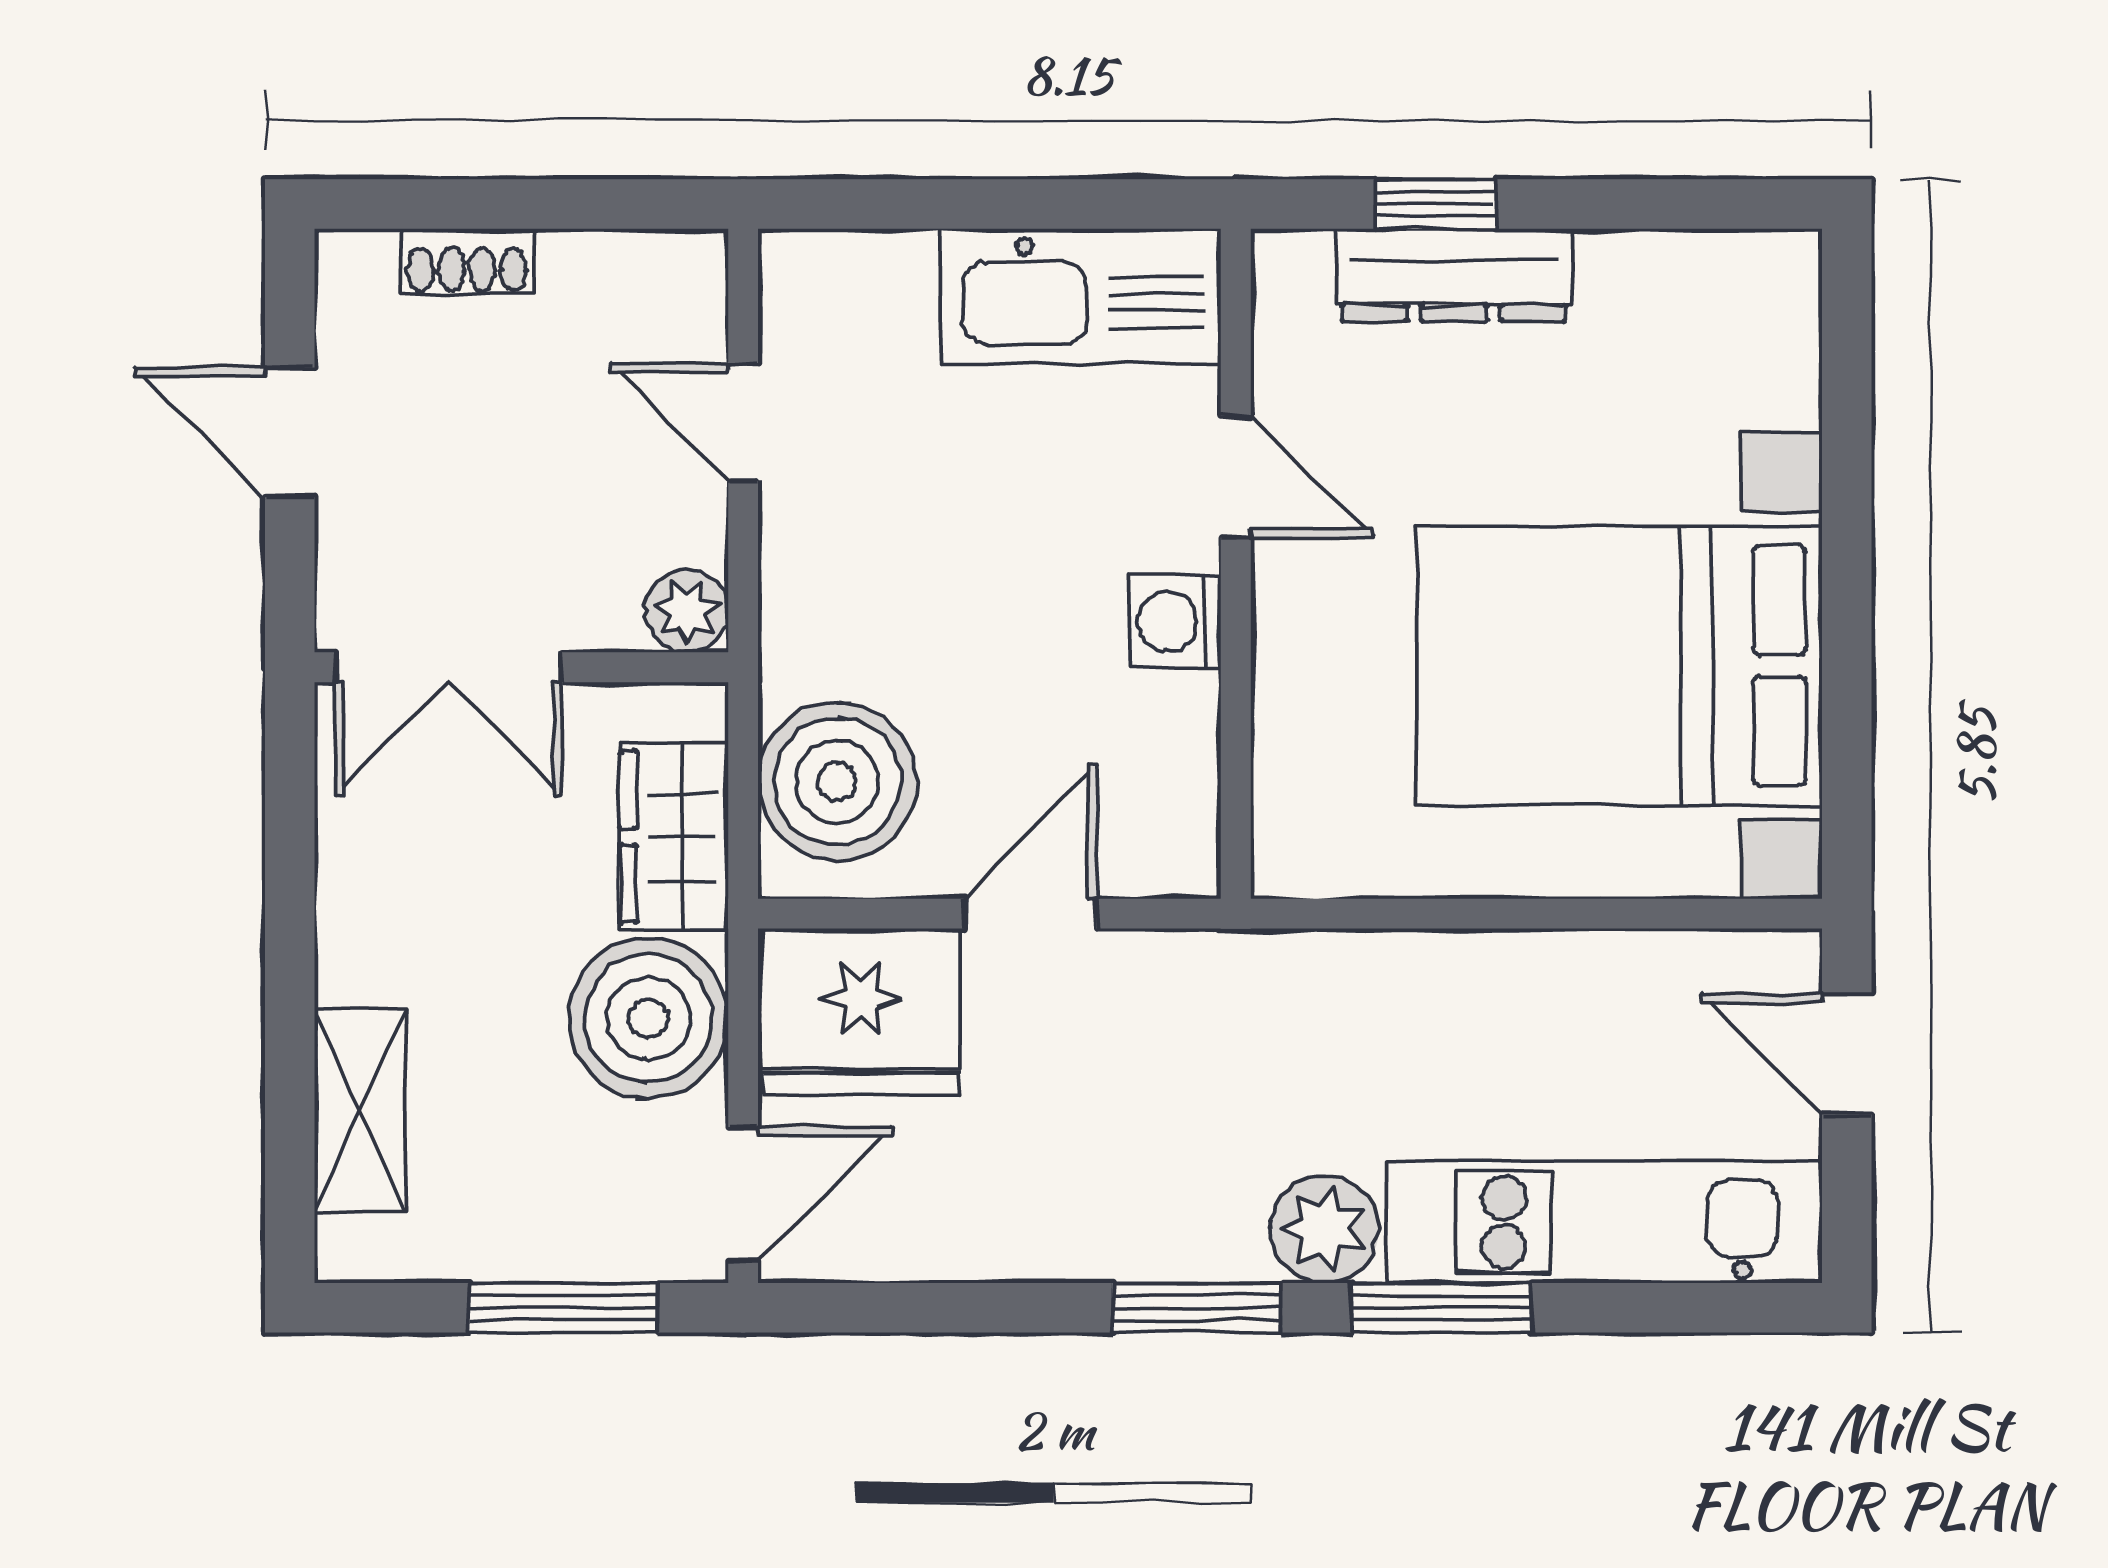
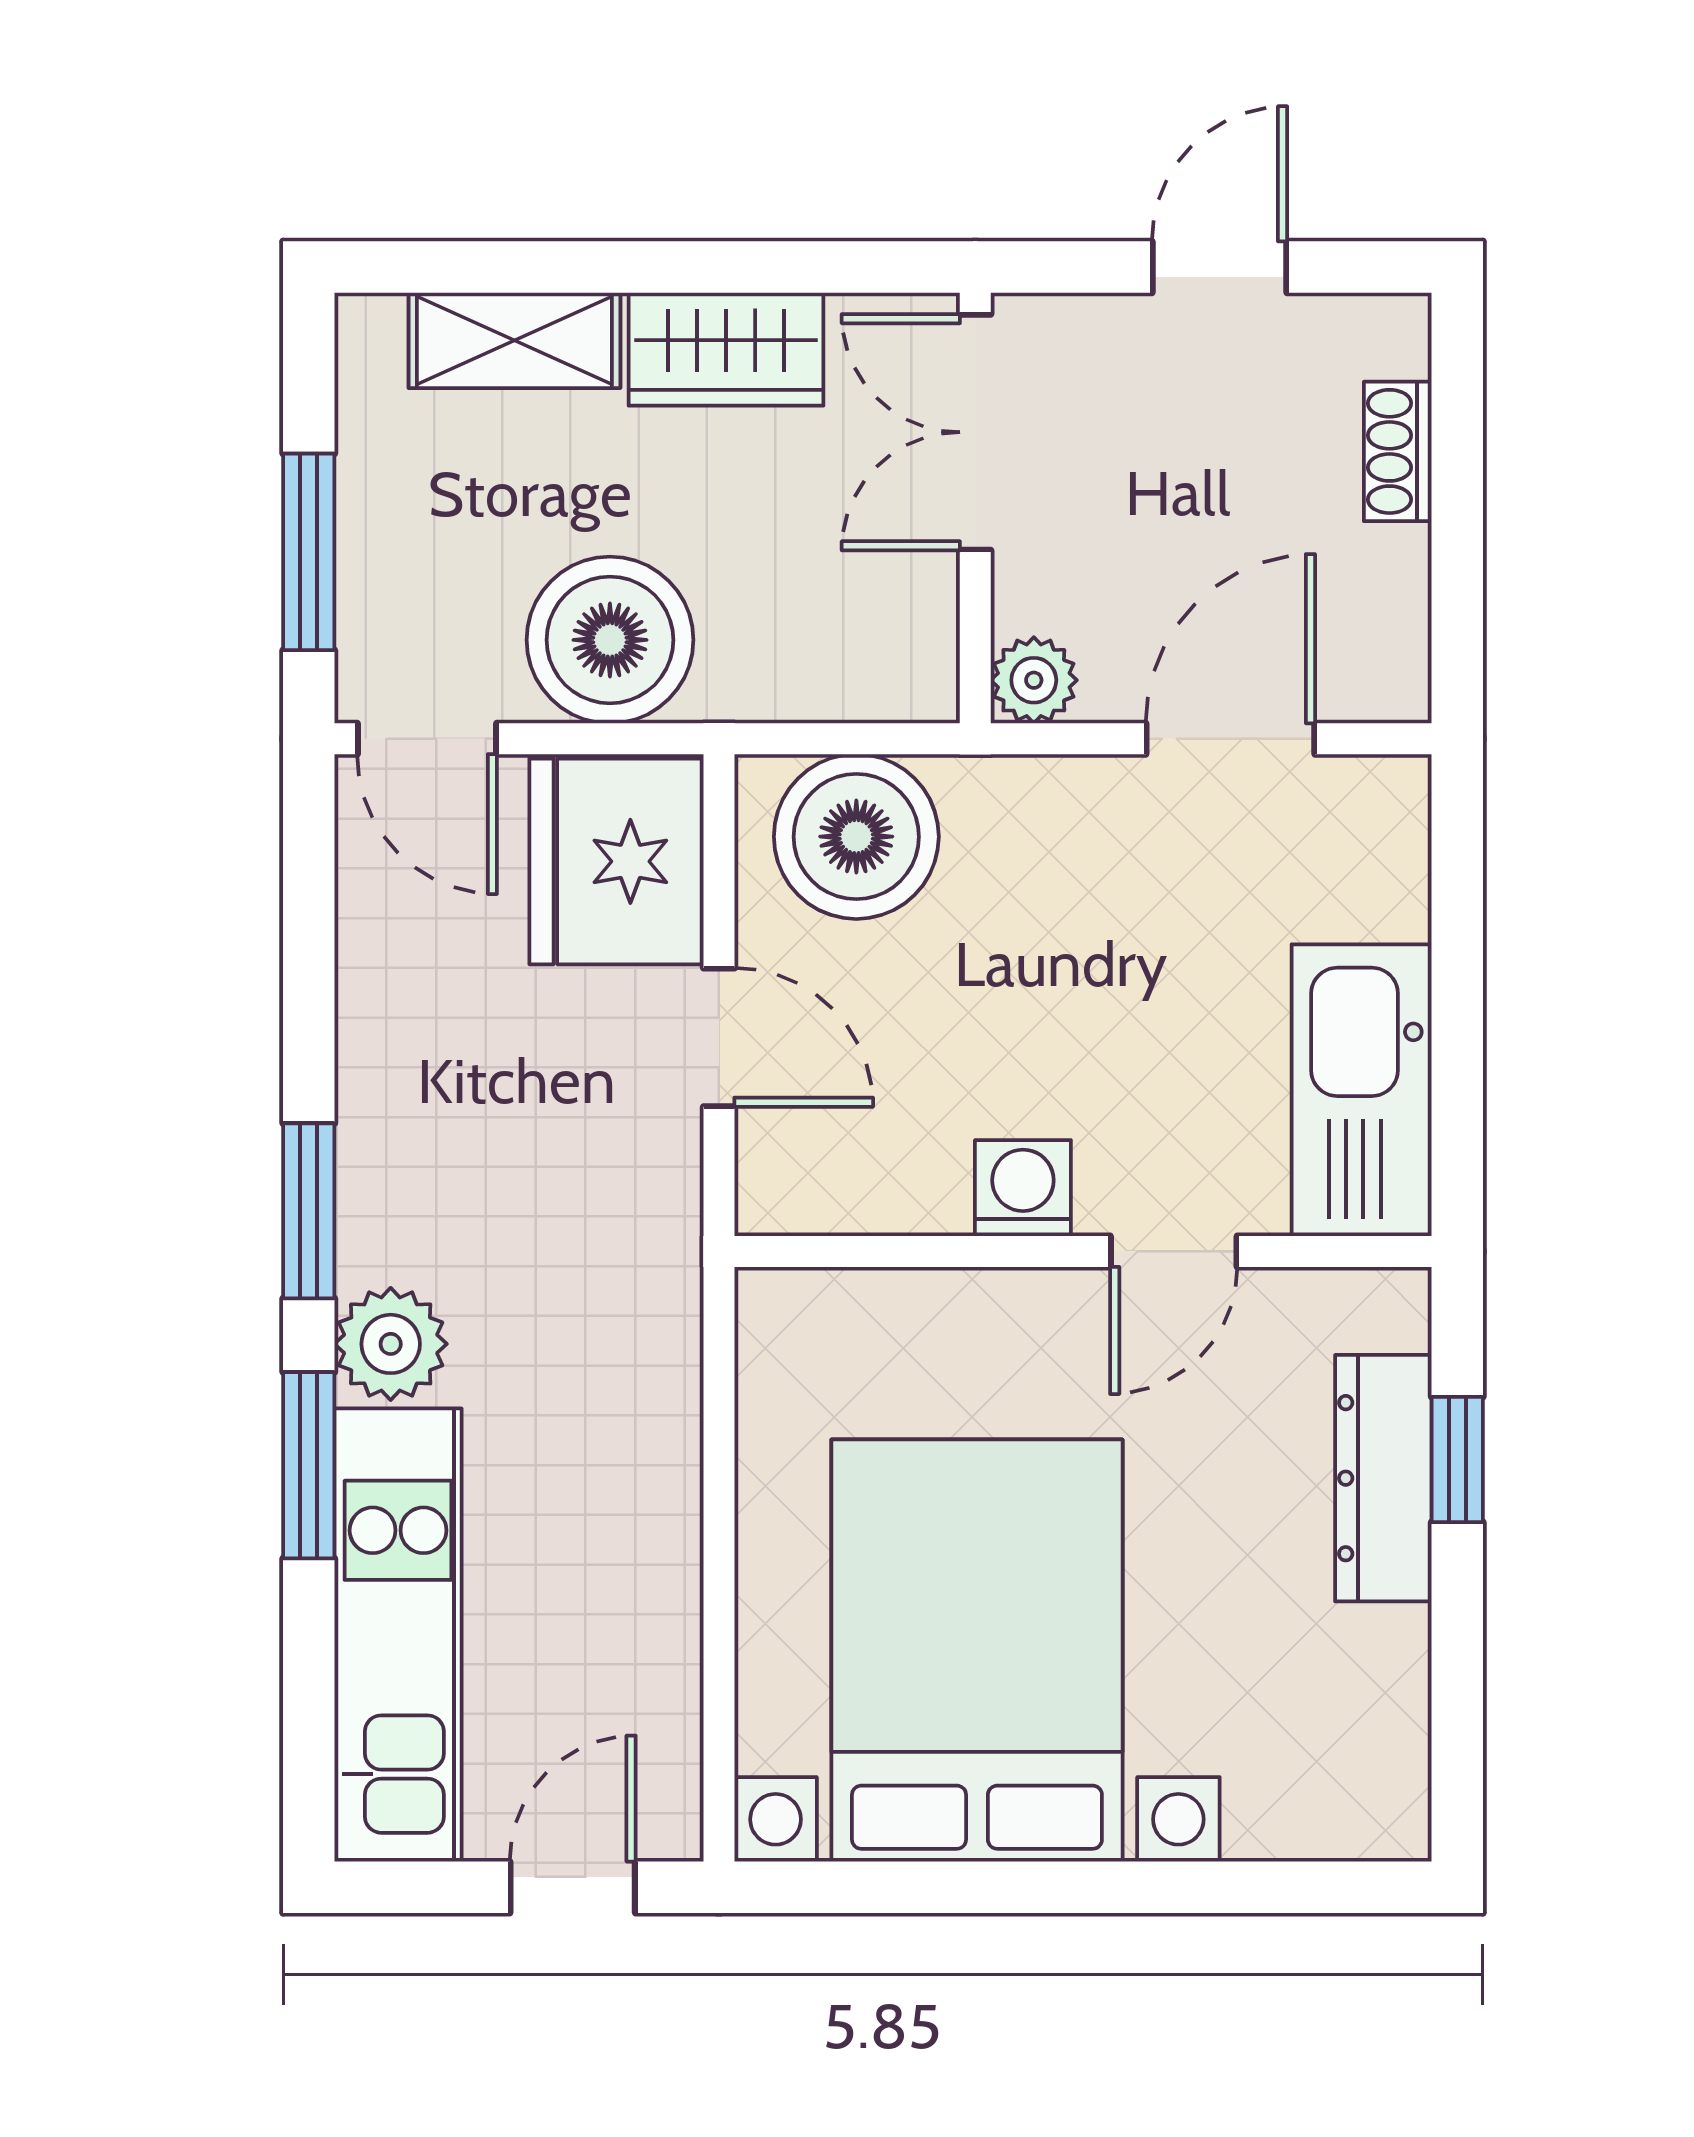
door: (743, 422) -> (1230, 739), width x1.38
wardrobe: (674, 837) -> (726, 349), moved, turned 180

